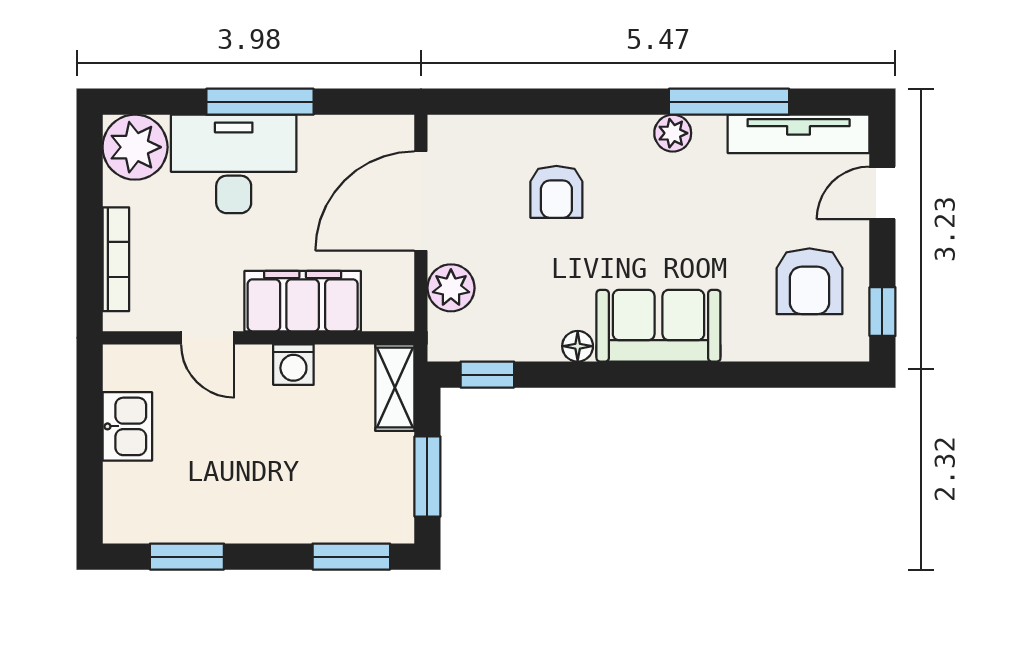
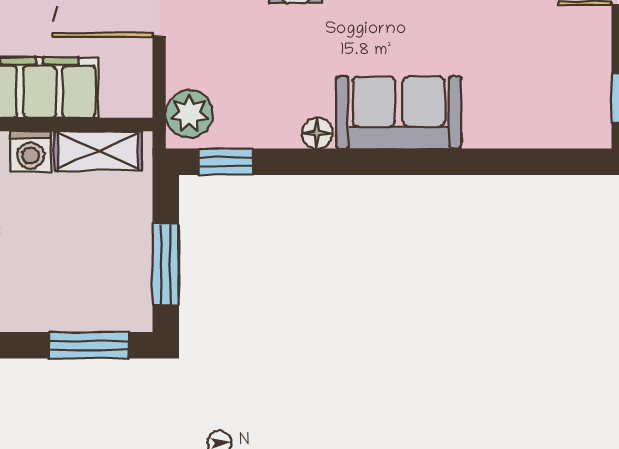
armchair: (809, 281) -> (551, 67), removed
plant: (451, 288) -> (189, 114), moved
shelving: (395, 388) -> (98, 151), moved, turned 90

